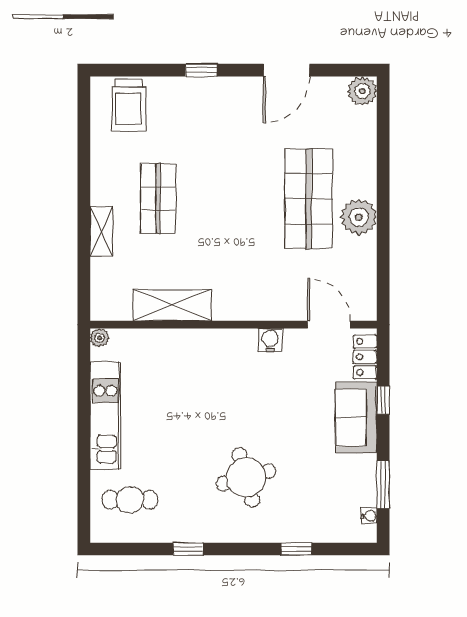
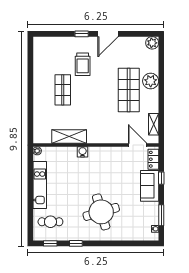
door: (287, 70) -> (108, 34), moved
trolley: (129, 105) -> (83, 64), moved
plant: (359, 217) -> (151, 81), moved
shelving: (101, 231) -> (154, 124), moved
water cooler: (270, 340) -> (83, 152), moved
round table: (246, 477) -> (101, 212), width x1.36, depth x1.36
window: (296, 549) -> (50, 243), moved

